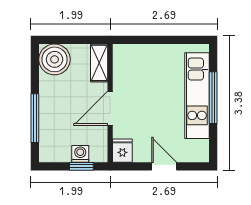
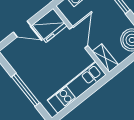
kitchen unit: (197, 96) -> (77, 87), moved, turned -90
fridge: (122, 151) -> (50, 25), width x1.88, depth x1.34

